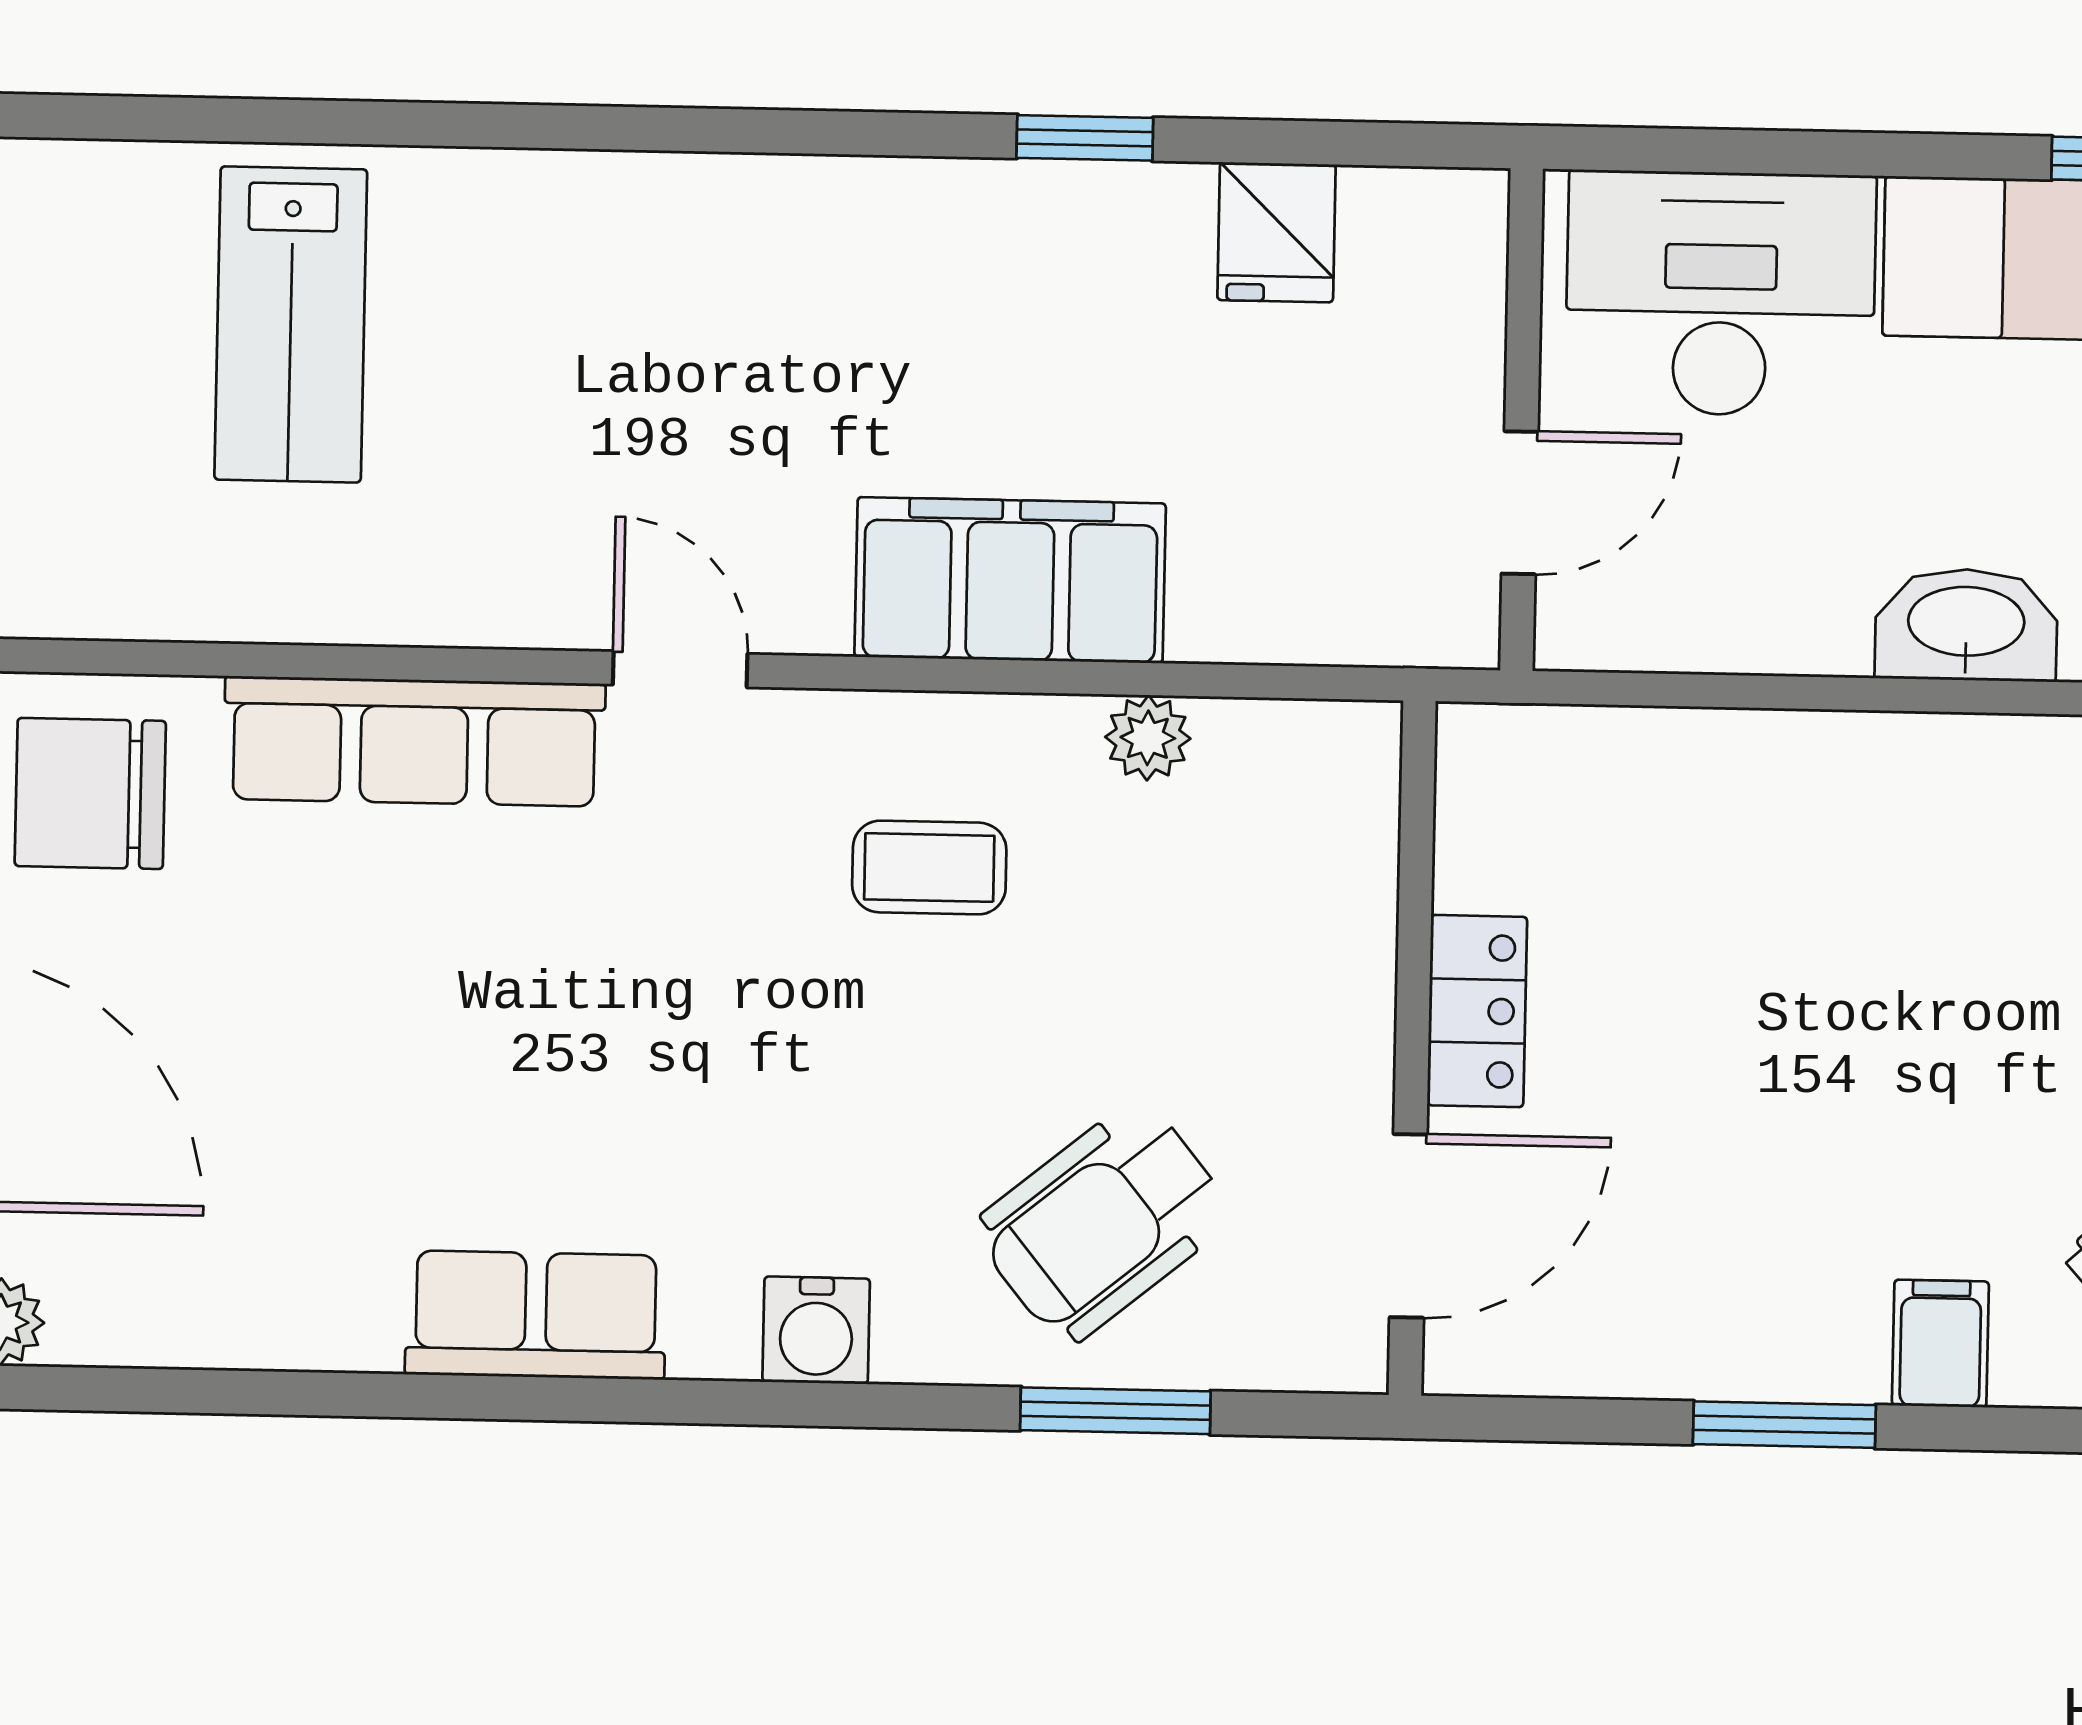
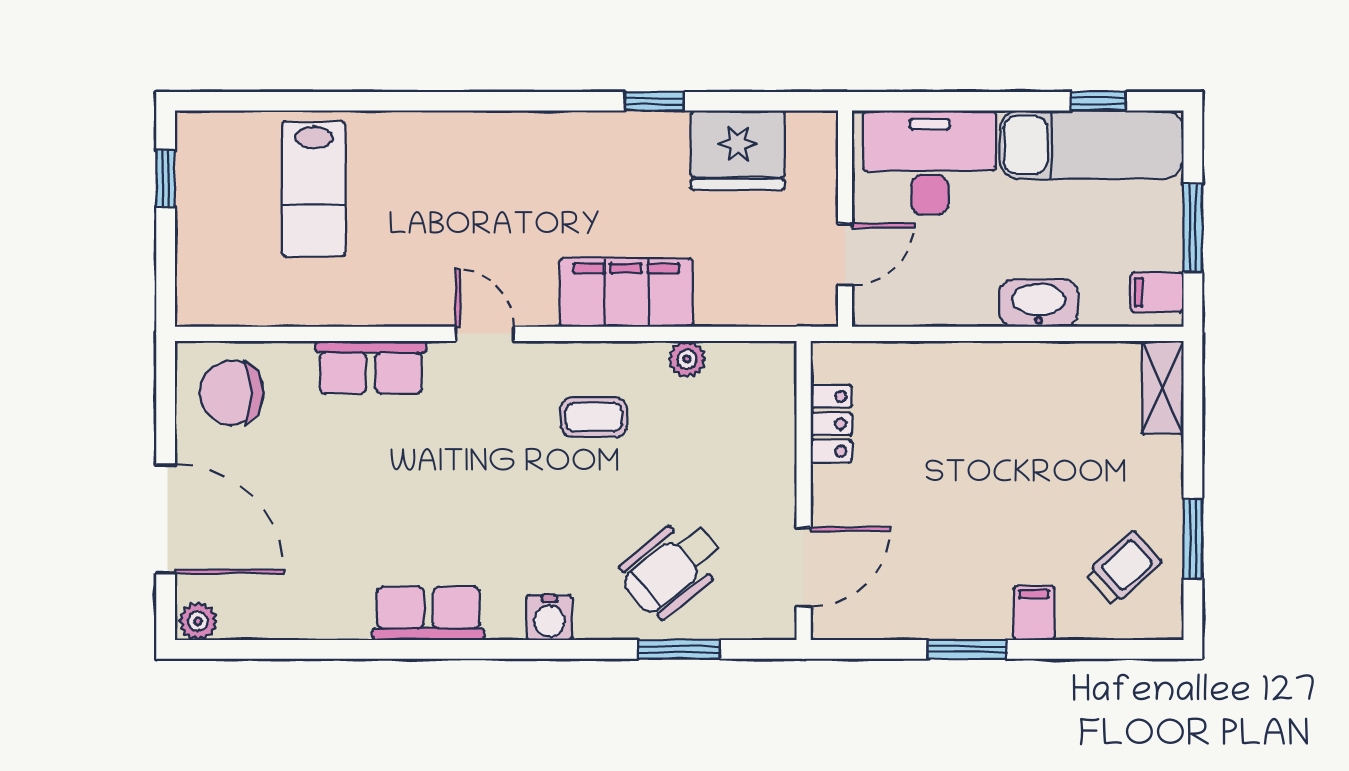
fridge: (1276, 232) -> (738, 150), width x1.88, depth x1.34
row of seats: (414, 741) -> (371, 367), width x0.68
locker: (1477, 1011) -> (831, 424), moved

